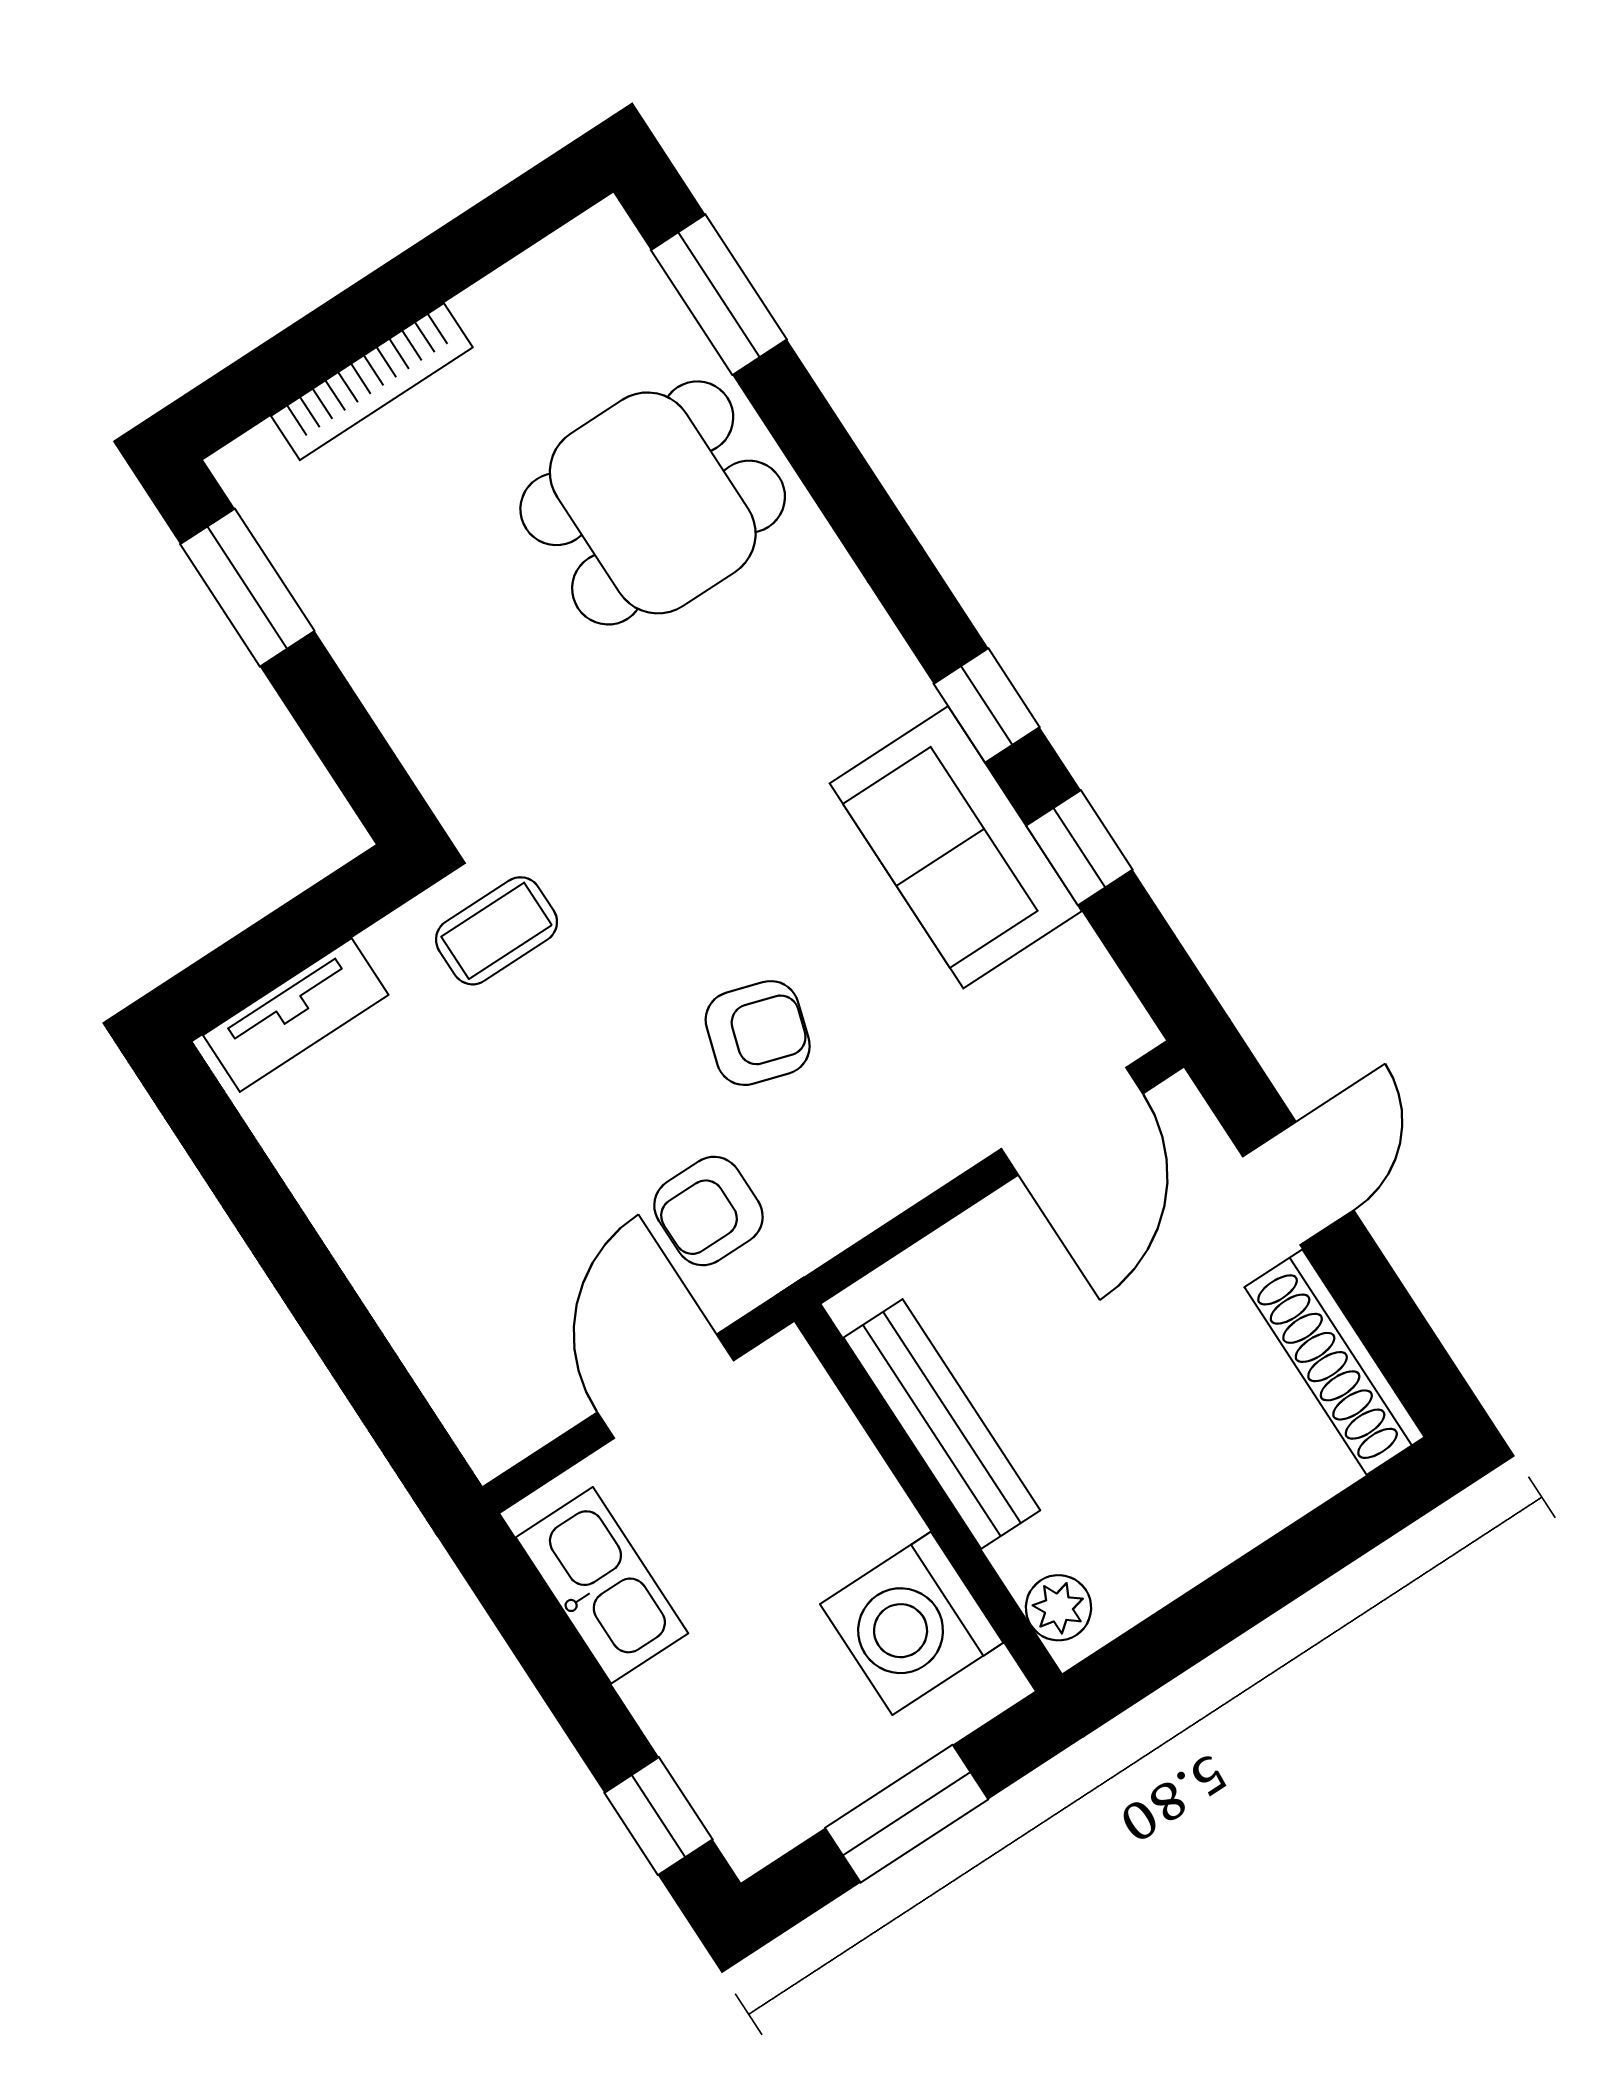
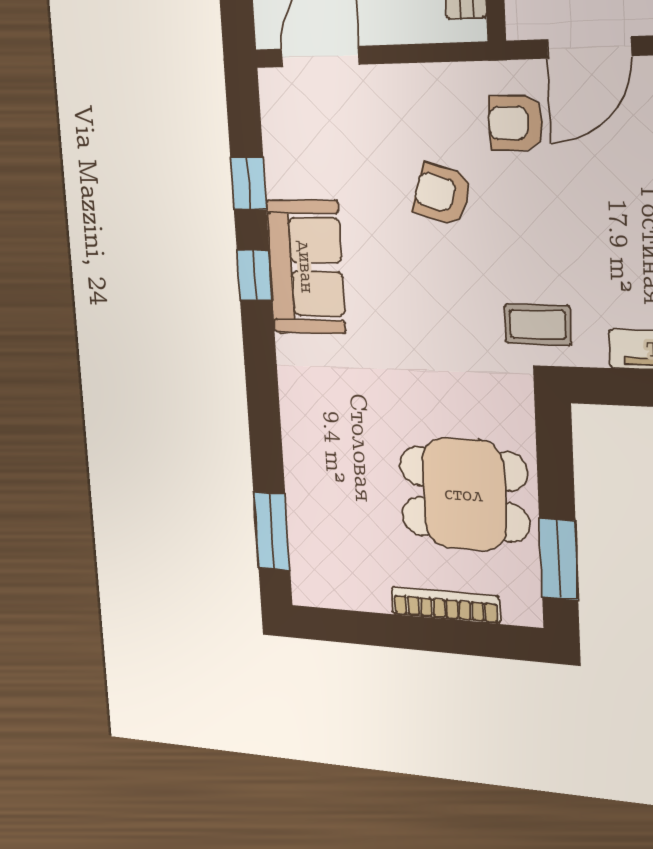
dining table: (653, 503) -> (464, 494), moved
sofa: (956, 847) -> (306, 267), moved
armchair: (708, 1211) -> (516, 123), turned 180

